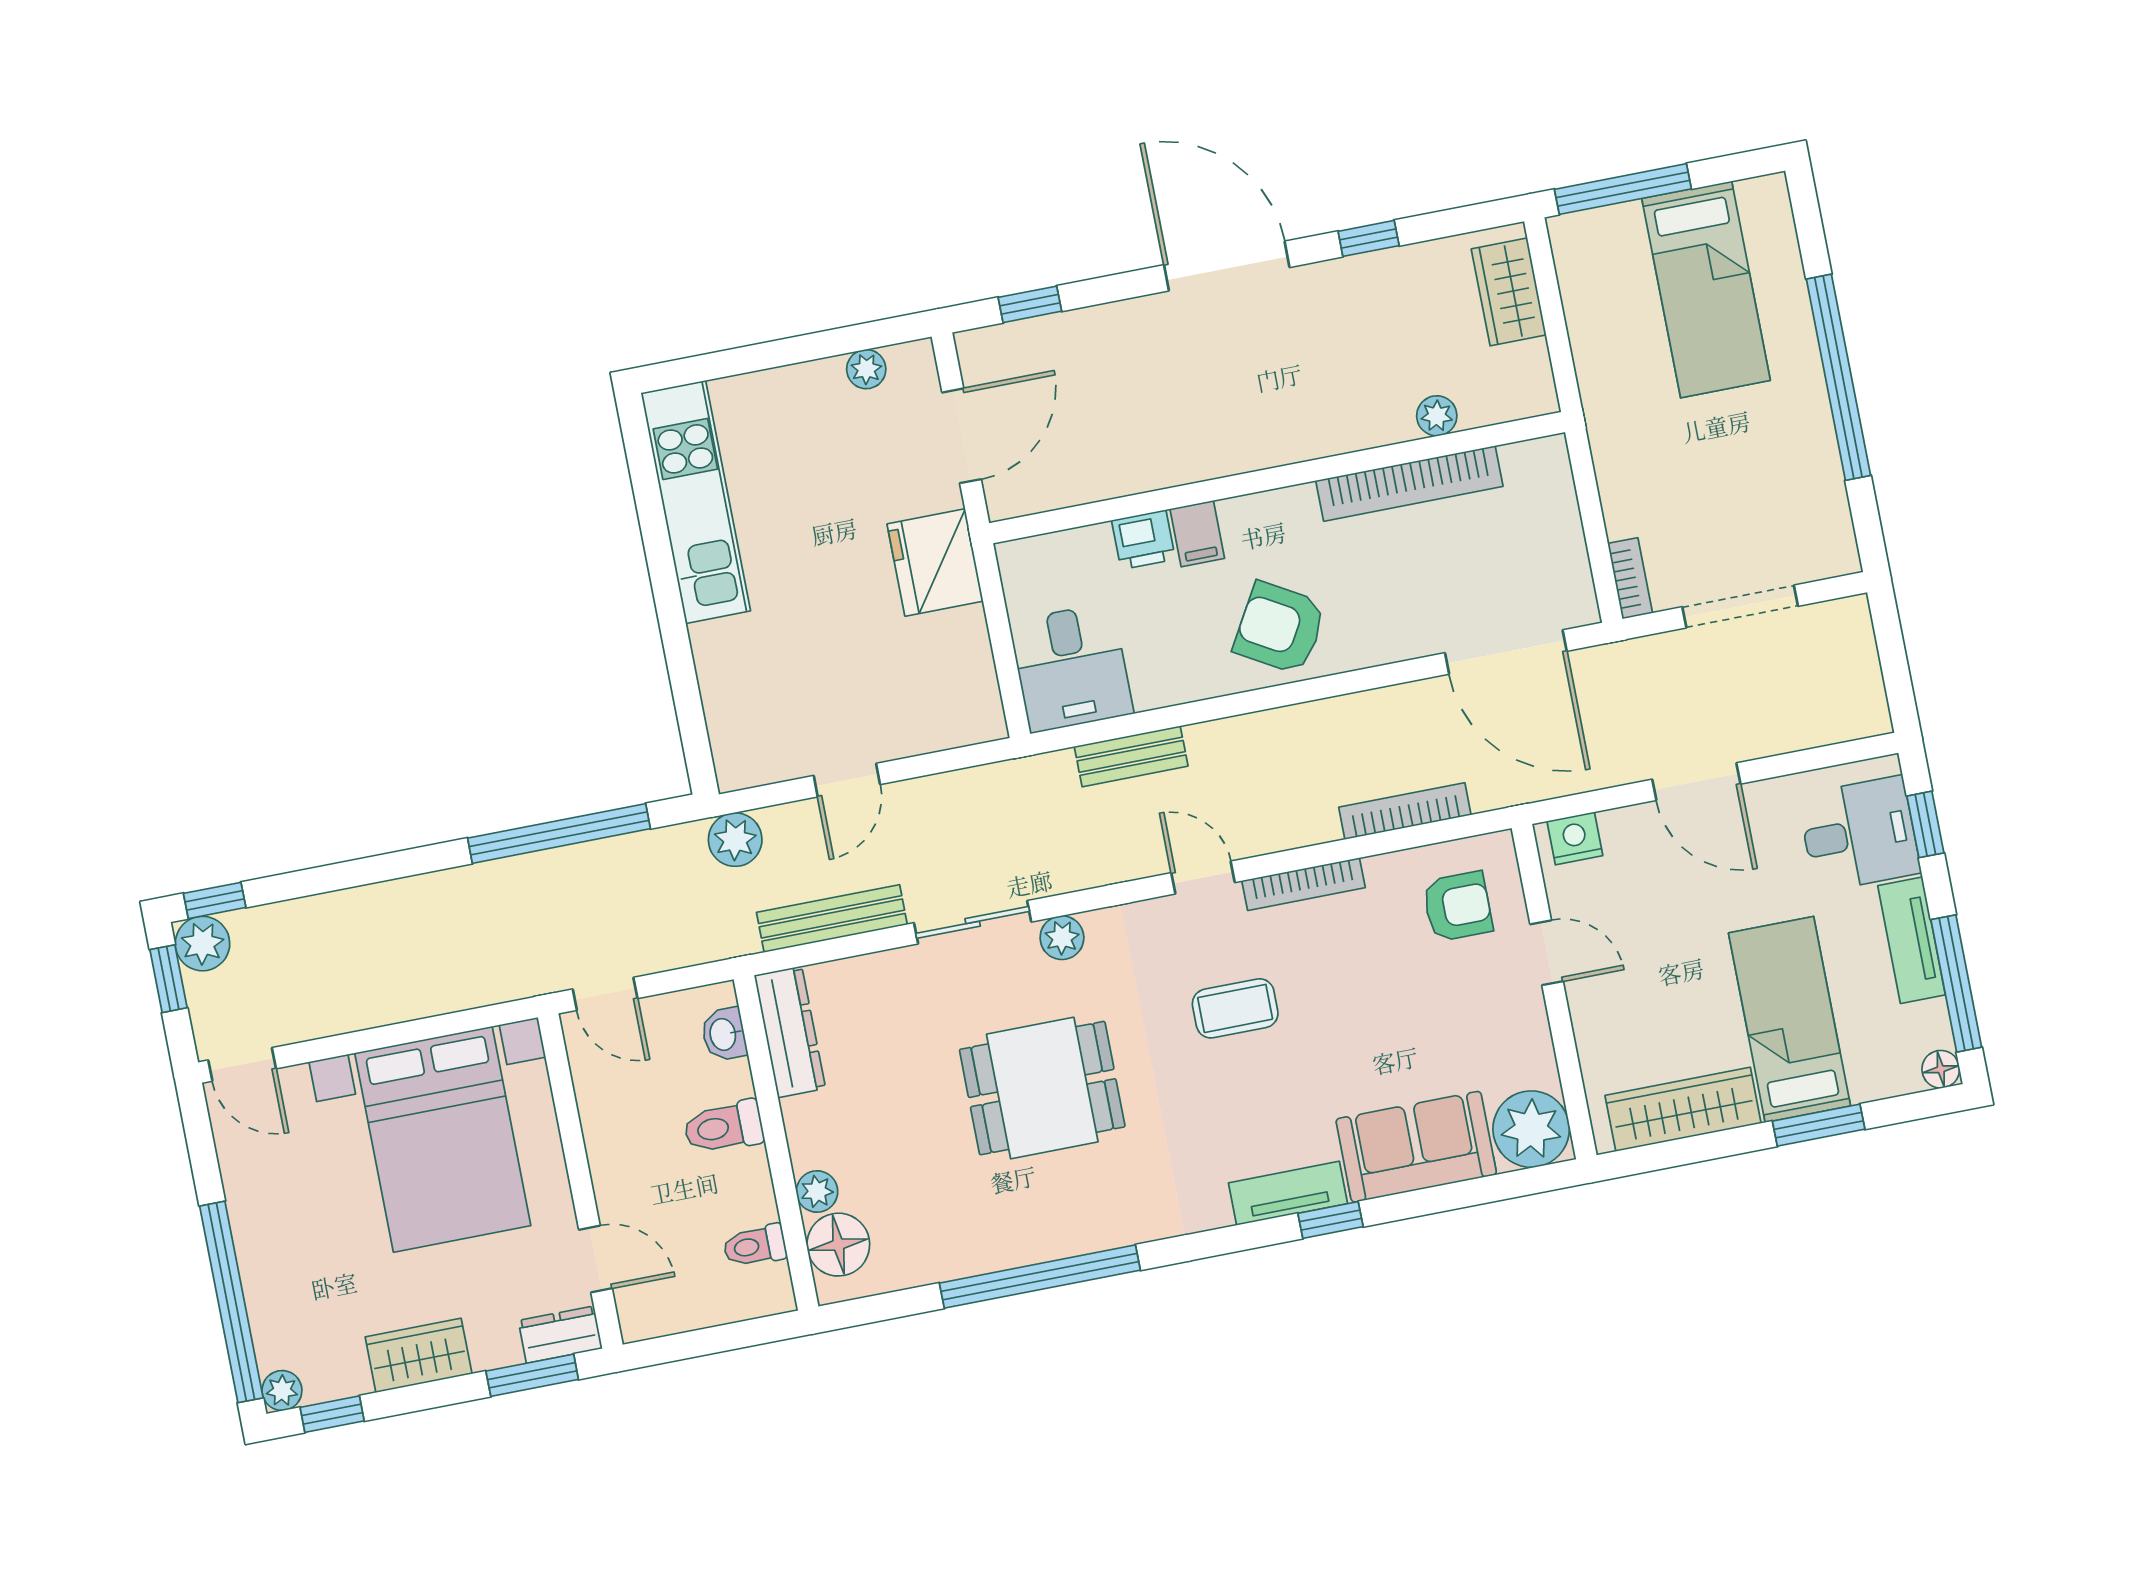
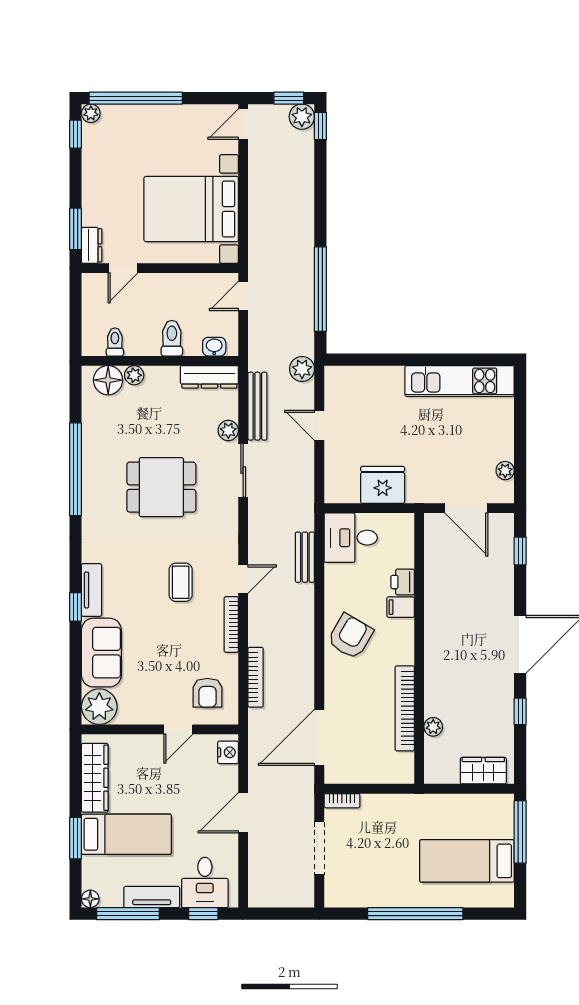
fridge: (935, 562) -> (383, 485), moved
plant: (1062, 938) -> (228, 431), moved
dining table: (1042, 1088) -> (161, 487), turned 90
wardrobe: (419, 1355) -> (95, 179), removed

